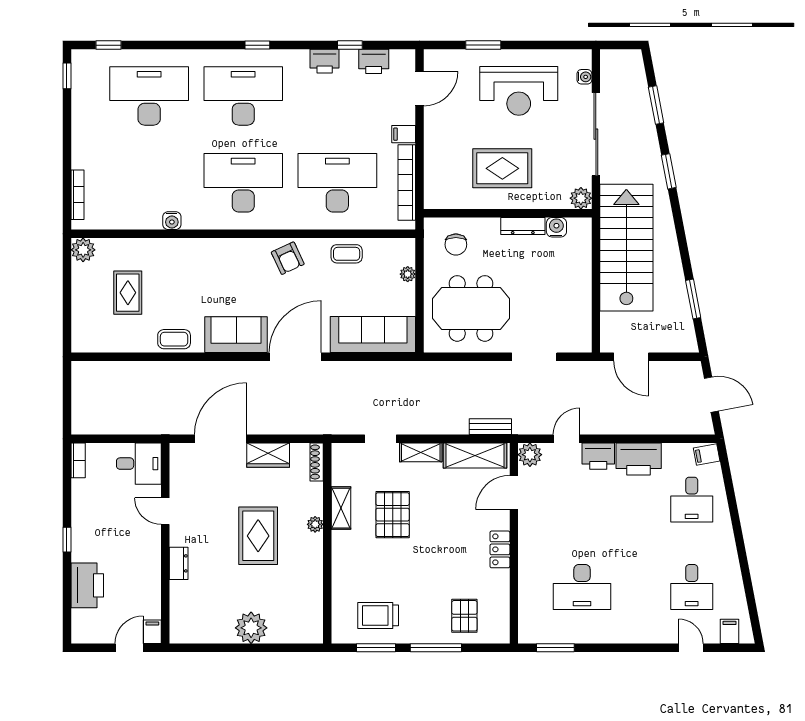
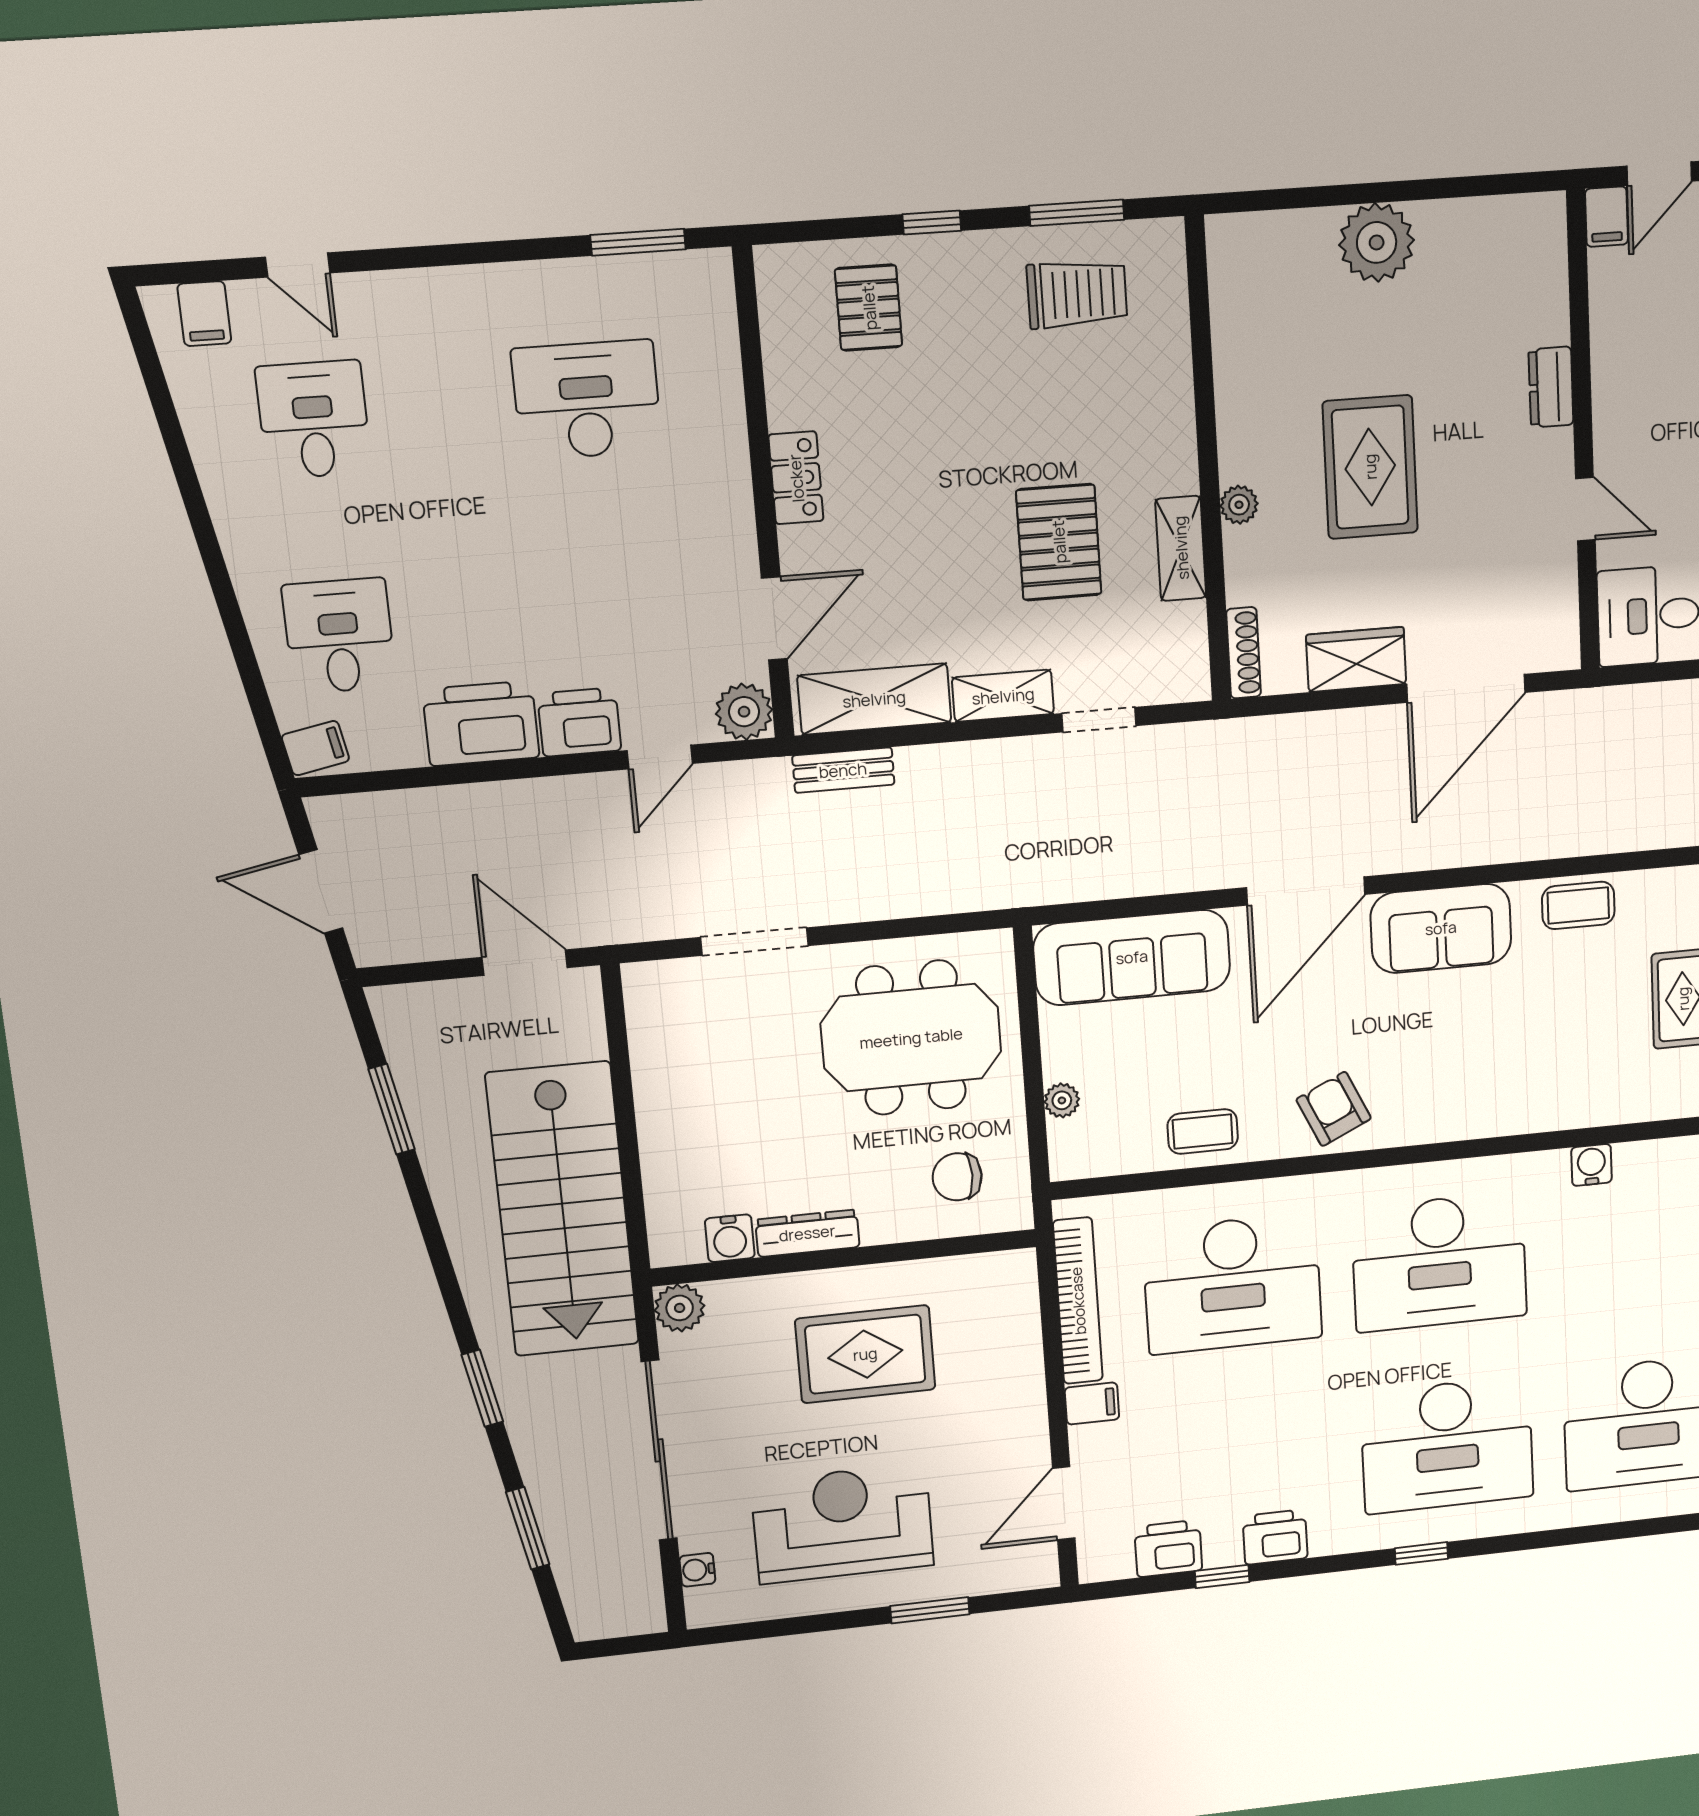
chair: (456, 245) -> (957, 1177), turned -90
window: (436, 648) -> (932, 223), width x0.46

